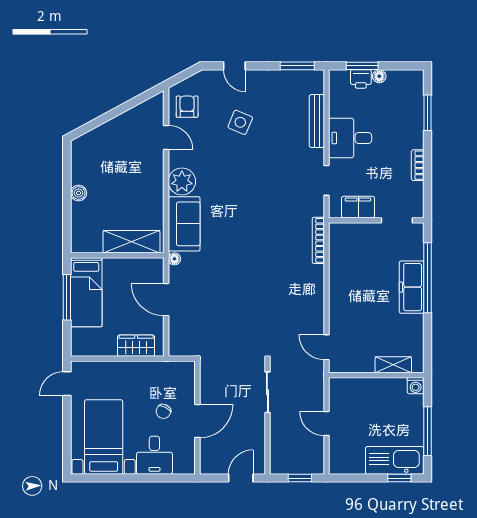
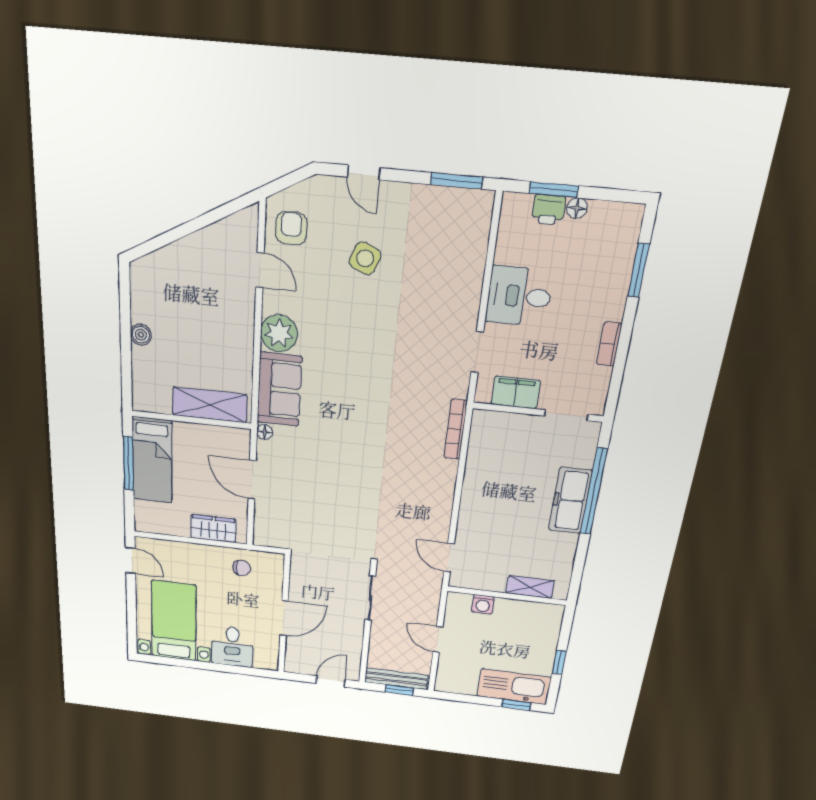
bench: (317, 121) -> (396, 679), moved, turned 90
door: (67, 384) -> (130, 560), swing flipped
washing machine: (416, 386) -> (483, 604), moved
chair: (163, 411) -> (242, 568), moved, turned -117
window: (427, 431) -> (559, 662), width x0.46

